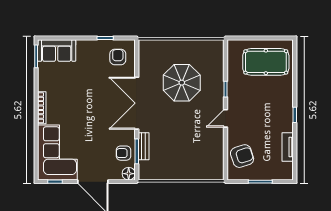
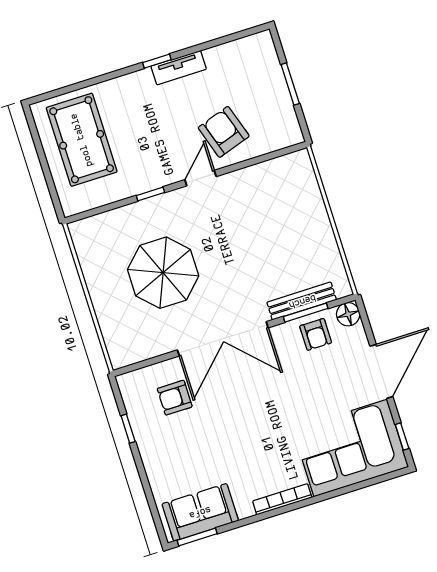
sofa: (57, 51) -> (200, 512), moved, turned -90
armchair: (118, 57) -> (175, 398), moved
door: (226, 118) -> (200, 178), swing flipped
bench: (144, 146) -> (302, 301), width x1.36
tv unit: (288, 147) -> (179, 68), moved
armchair: (242, 156) -> (224, 132), moved

